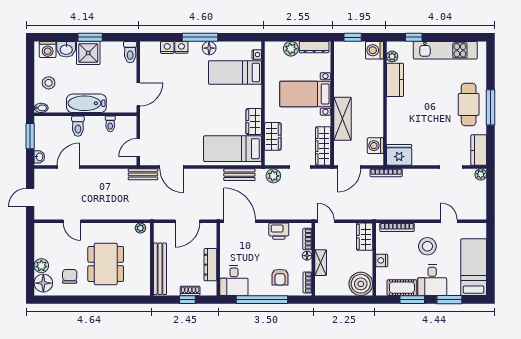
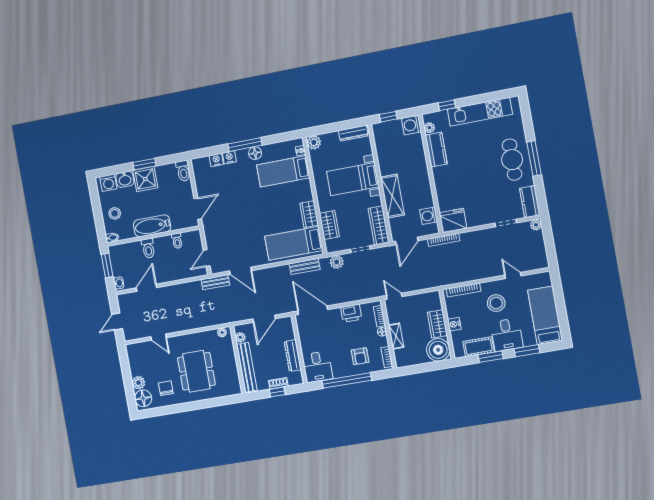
plant: (291, 49) -> (314, 142), moved
plant: (159, 236) -> (240, 337), added
wardrobe: (365, 237) -> (437, 324), moved

